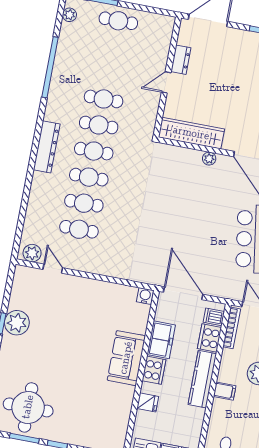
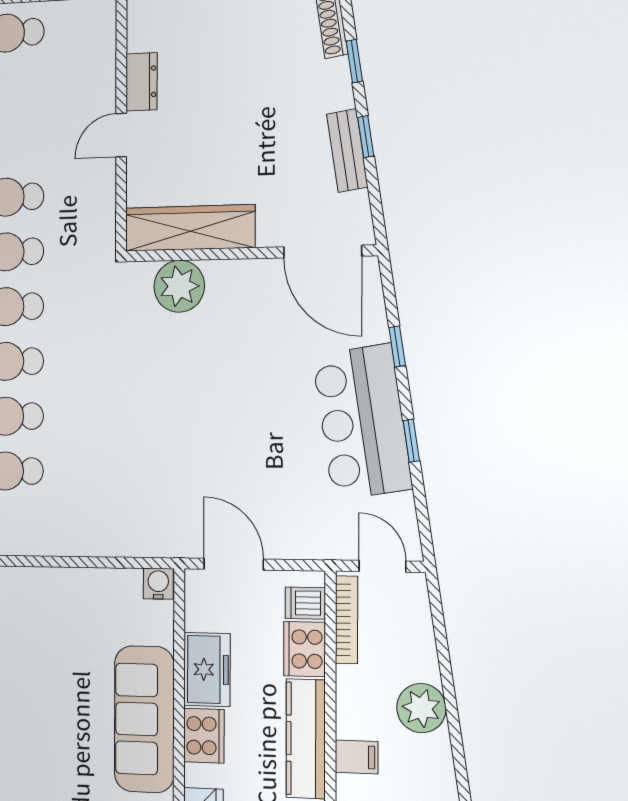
plant: (209, 159) -> (179, 286), moved, width x1.88, depth x1.88
door: (183, 293) -> (234, 564), width x0.73
sofa: (126, 358) -> (144, 719), width x1.36

